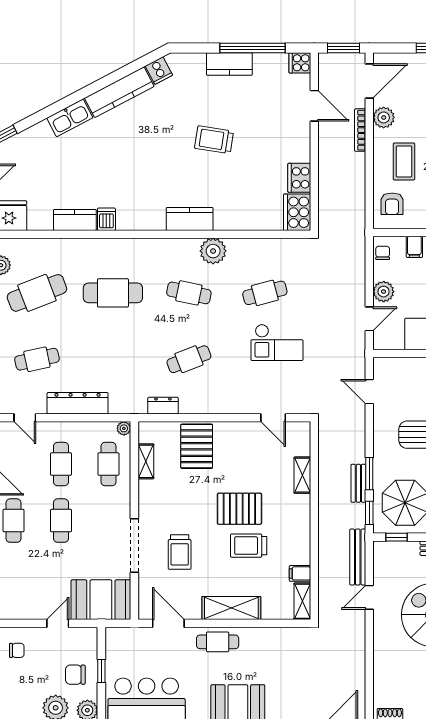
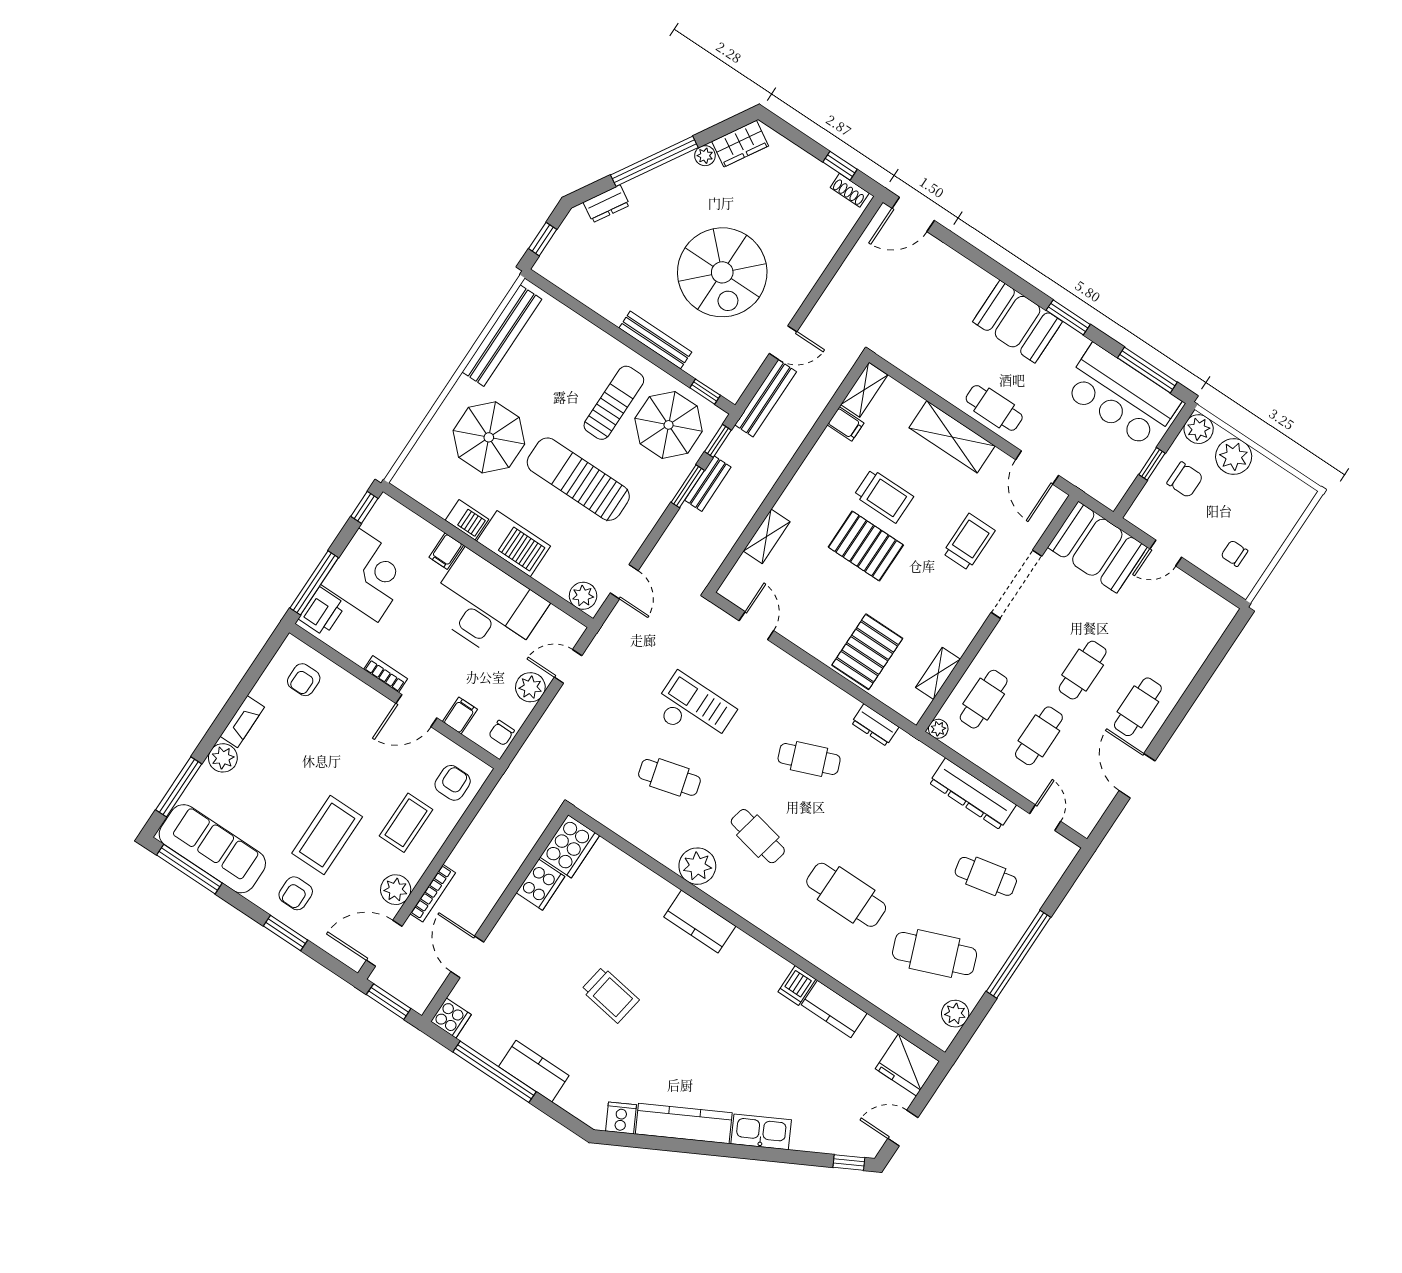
plant: (388, 367) -> (583, 596), added

